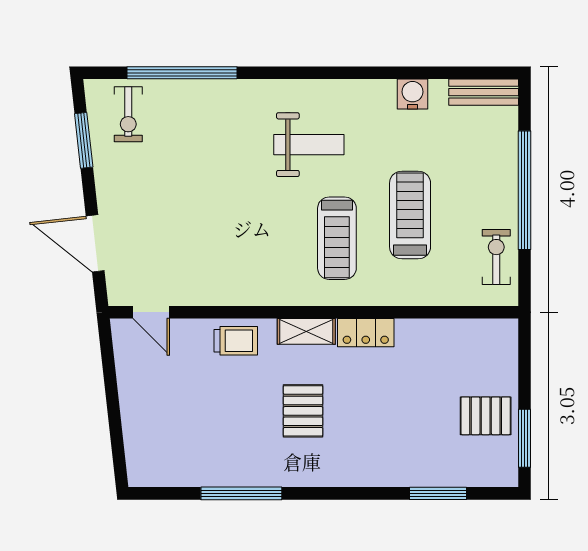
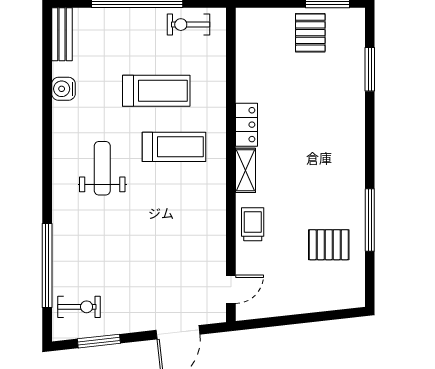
treadmill: (410, 215) -> (156, 91), turned 180
pallet: (303, 411) -> (329, 245), moved

